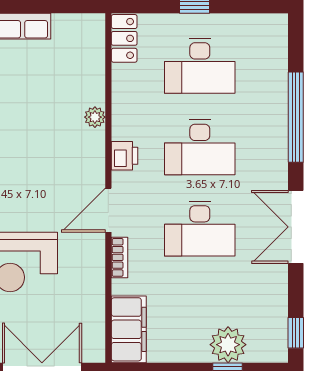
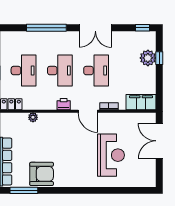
plant: (95, 117) -> (33, 117), moved

